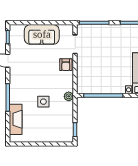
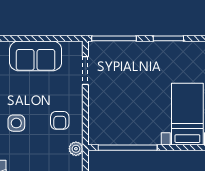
armchair: (66, 65) -> (60, 120), moved
side table: (43, 102) -> (16, 123), moved

